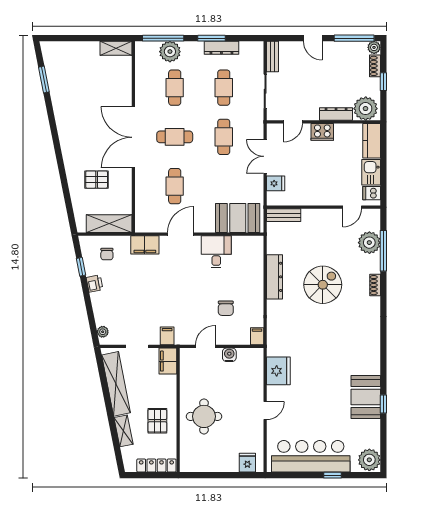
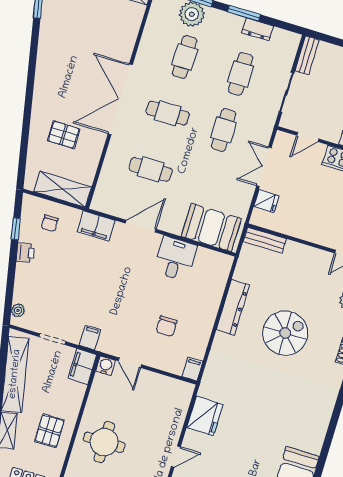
dresser: (221, 48) -> (258, 29), width x0.70
cafe table: (175, 186) -> (151, 169), turned 90
door: (205, 346) -> (130, 363), swing flipped
water cooler: (229, 355) -> (106, 366), moved

